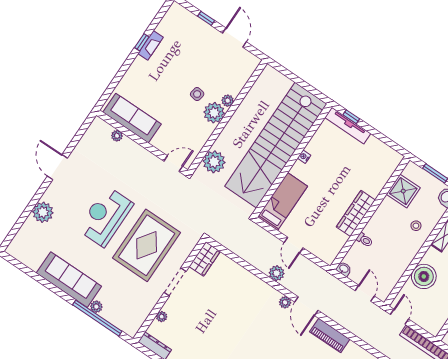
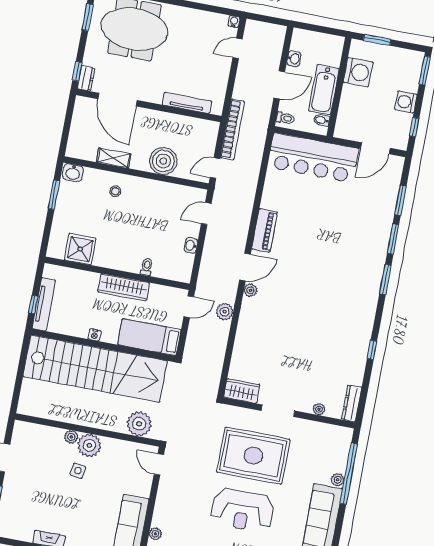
shower: (403, 191) -> (80, 249), moved
wardrobe: (356, 213) -> (124, 287), moved
wall: (370, 213) -> (117, 273), moved
toilet: (365, 240) -> (147, 267), moved

